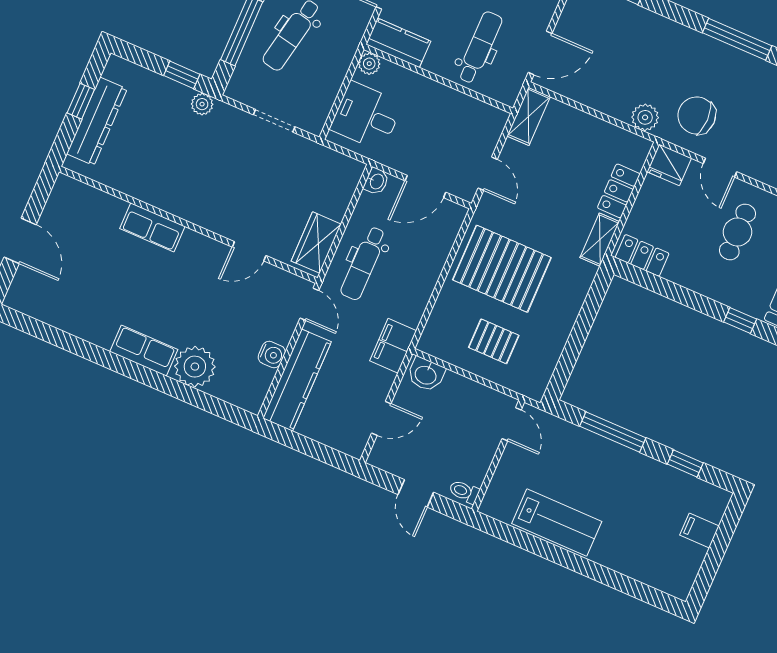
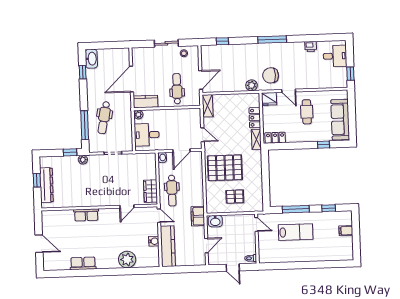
row of seats: (144, 351) -> (83, 263), moved
lab bench: (557, 523) -> (296, 232), moved

